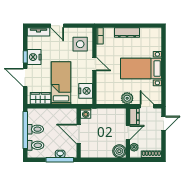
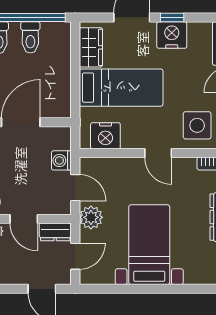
door: (94, 64) -> (158, 153), hinge flipped
door: (112, 106) -> (75, 188), added
washing machine: (86, 113) -> (61, 160), moved

